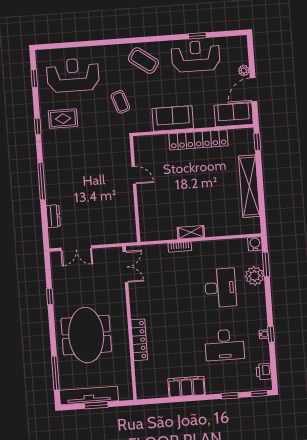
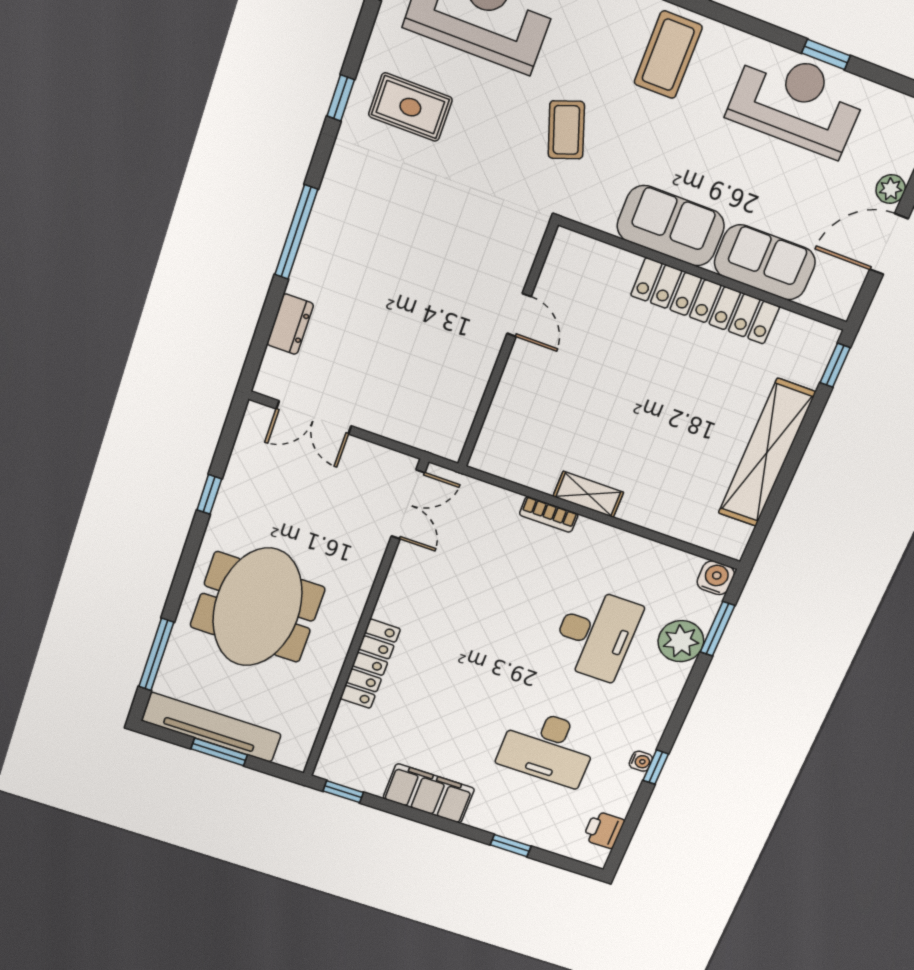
coffee table: (143, 61) -> (668, 55), turned 54
sofa: (234, 115) -> (765, 262), moved
window: (259, 394) -> (343, 792), moved

